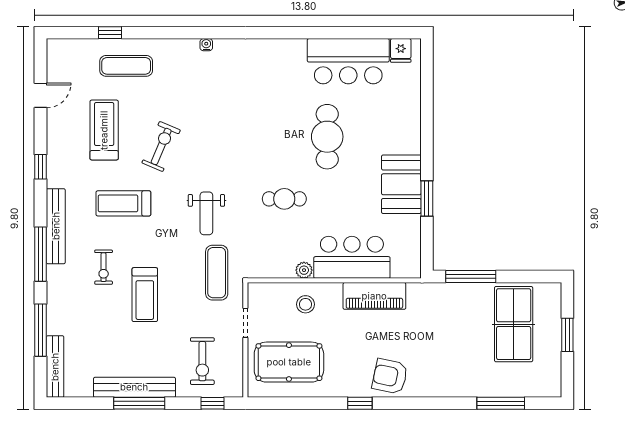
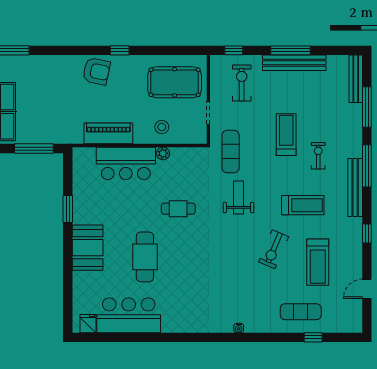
booth: (401, 184) -> (88, 248), moved

